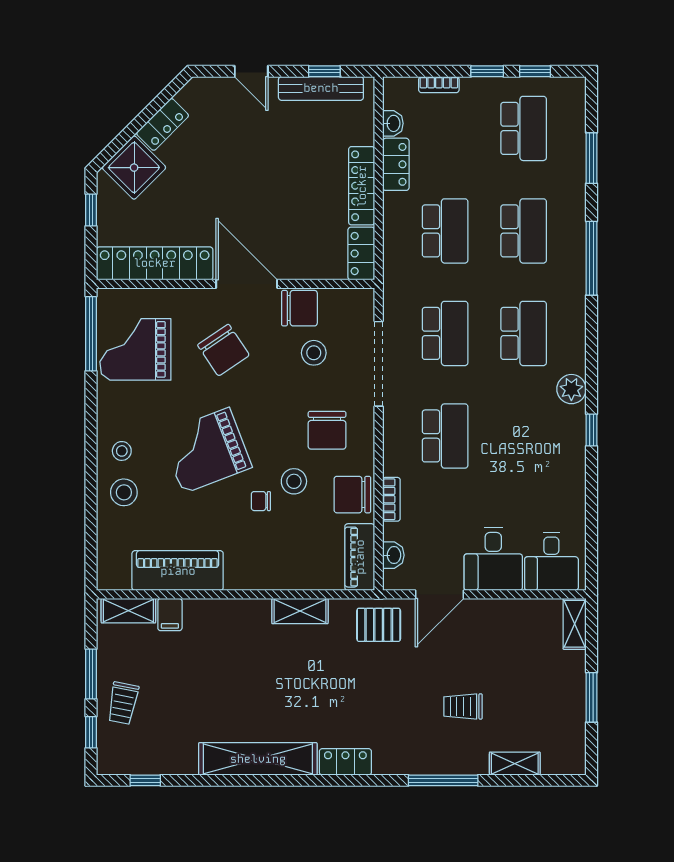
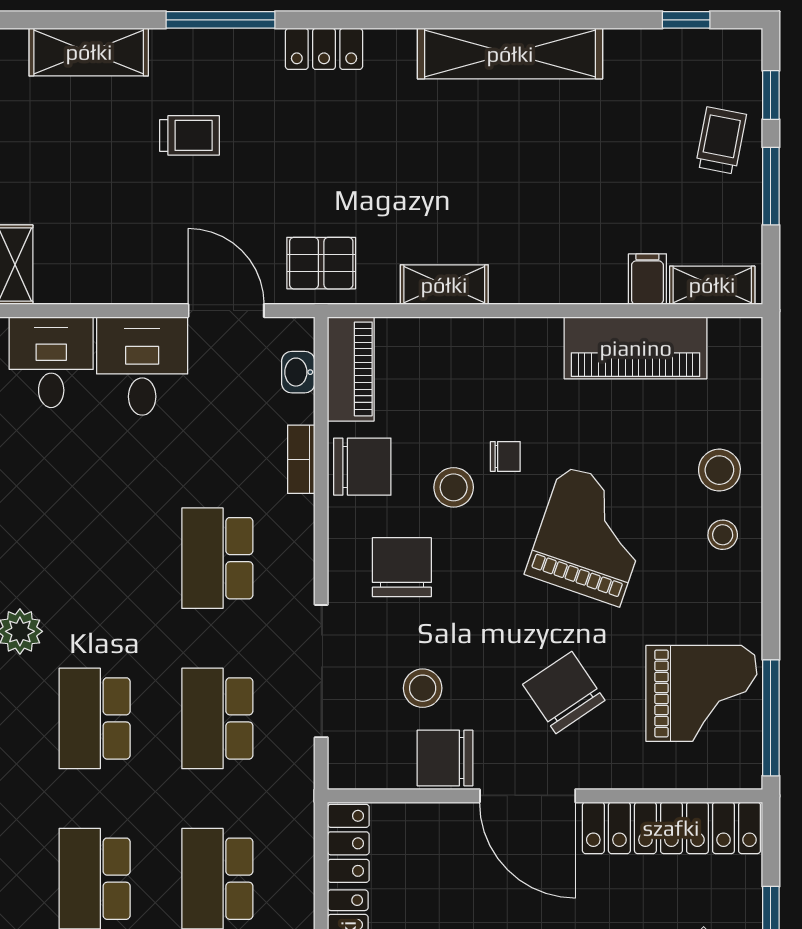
grand piano: (206, 450) -> (591, 536), turned -50
door: (440, 594) -> (226, 311), hinge flipped
locker: (345, 762) -> (324, 49), moved
shelving: (515, 764) -> (89, 52), width x1.50, depth x1.33

